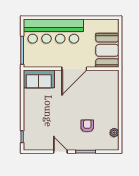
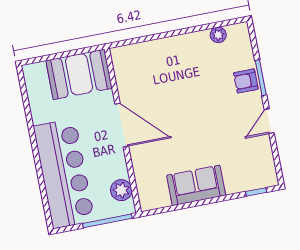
plant: (38, 61) -> (121, 190), added
sofa: (39, 79) -> (196, 185), moved, turned -90
armchair: (87, 126) -> (246, 81), moved

